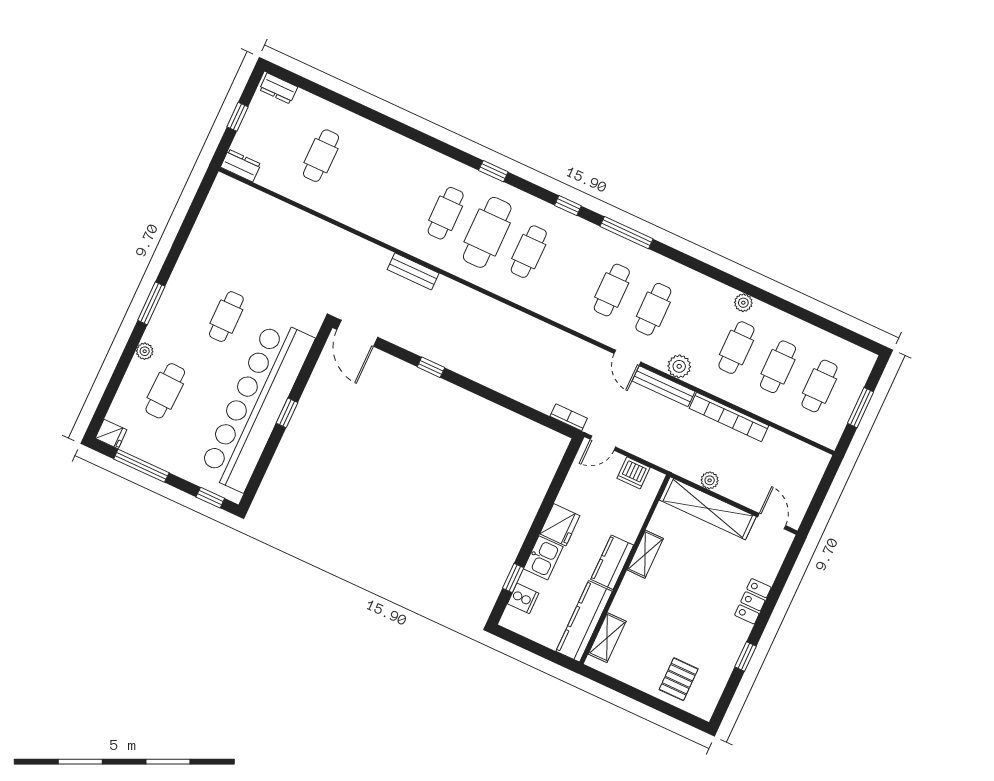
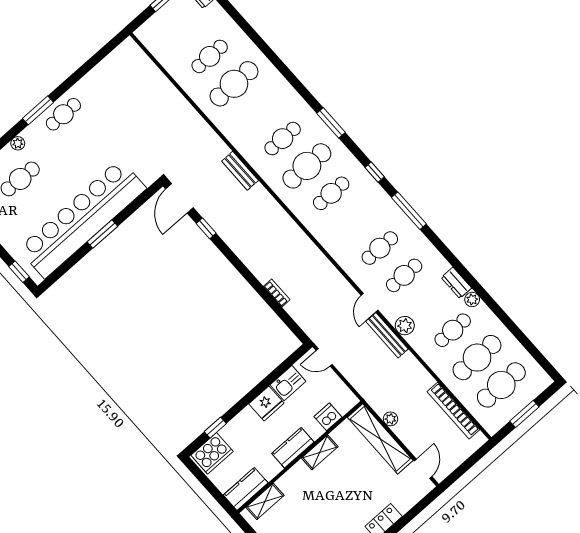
dresser: (241, 166) -> (456, 283), moved, turned 180
window: (493, 171) -> (331, 123), width x1.50
cafe table: (363, 175) -> (234, 84), added
cafe table: (226, 317) -> (63, 114), moved
window: (431, 367) -> (206, 228), moved
cafe table: (778, 367) -> (477, 358), width x1.37, depth x1.35
cafe table: (820, 386) -> (501, 385), width x1.37, depth x1.35
window: (287, 413) -> (102, 234), width x1.50
bookcase: (569, 417) -> (277, 293), moved
bookcase: (729, 417) -> (453, 411), moved
dishwasher: (634, 473) -> (328, 417), moved, turned 90
kitchen sink: (543, 558) -> (288, 383), moved
cooker: (523, 598) -> (212, 453), width x1.87, depth x1.31
kitchen counter: (584, 621) -> (246, 489), width x0.67

